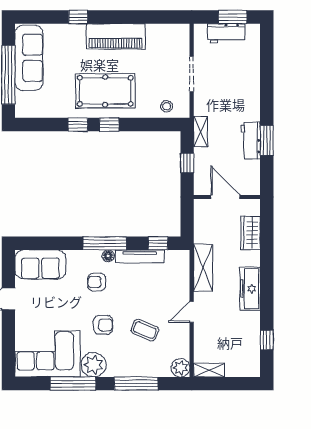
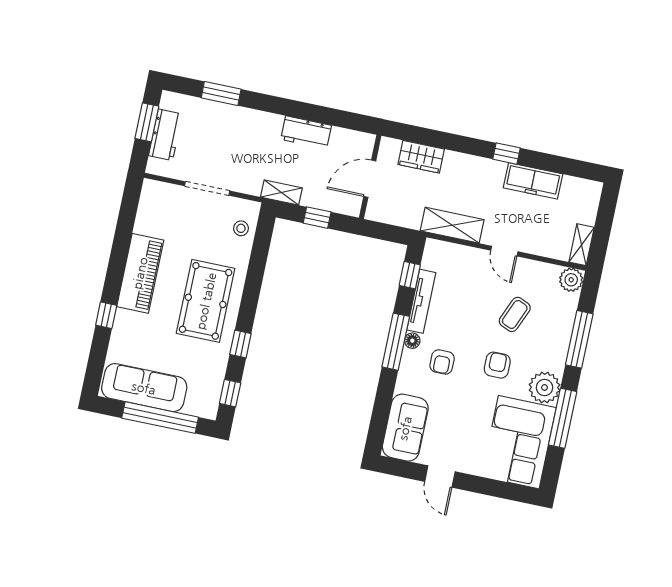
window: (109, 125) -> (230, 393), moved
window: (267, 140) -> (221, 93), moved
freezer: (250, 289) -> (533, 181), moved
window: (267, 340) -> (507, 154), moved

